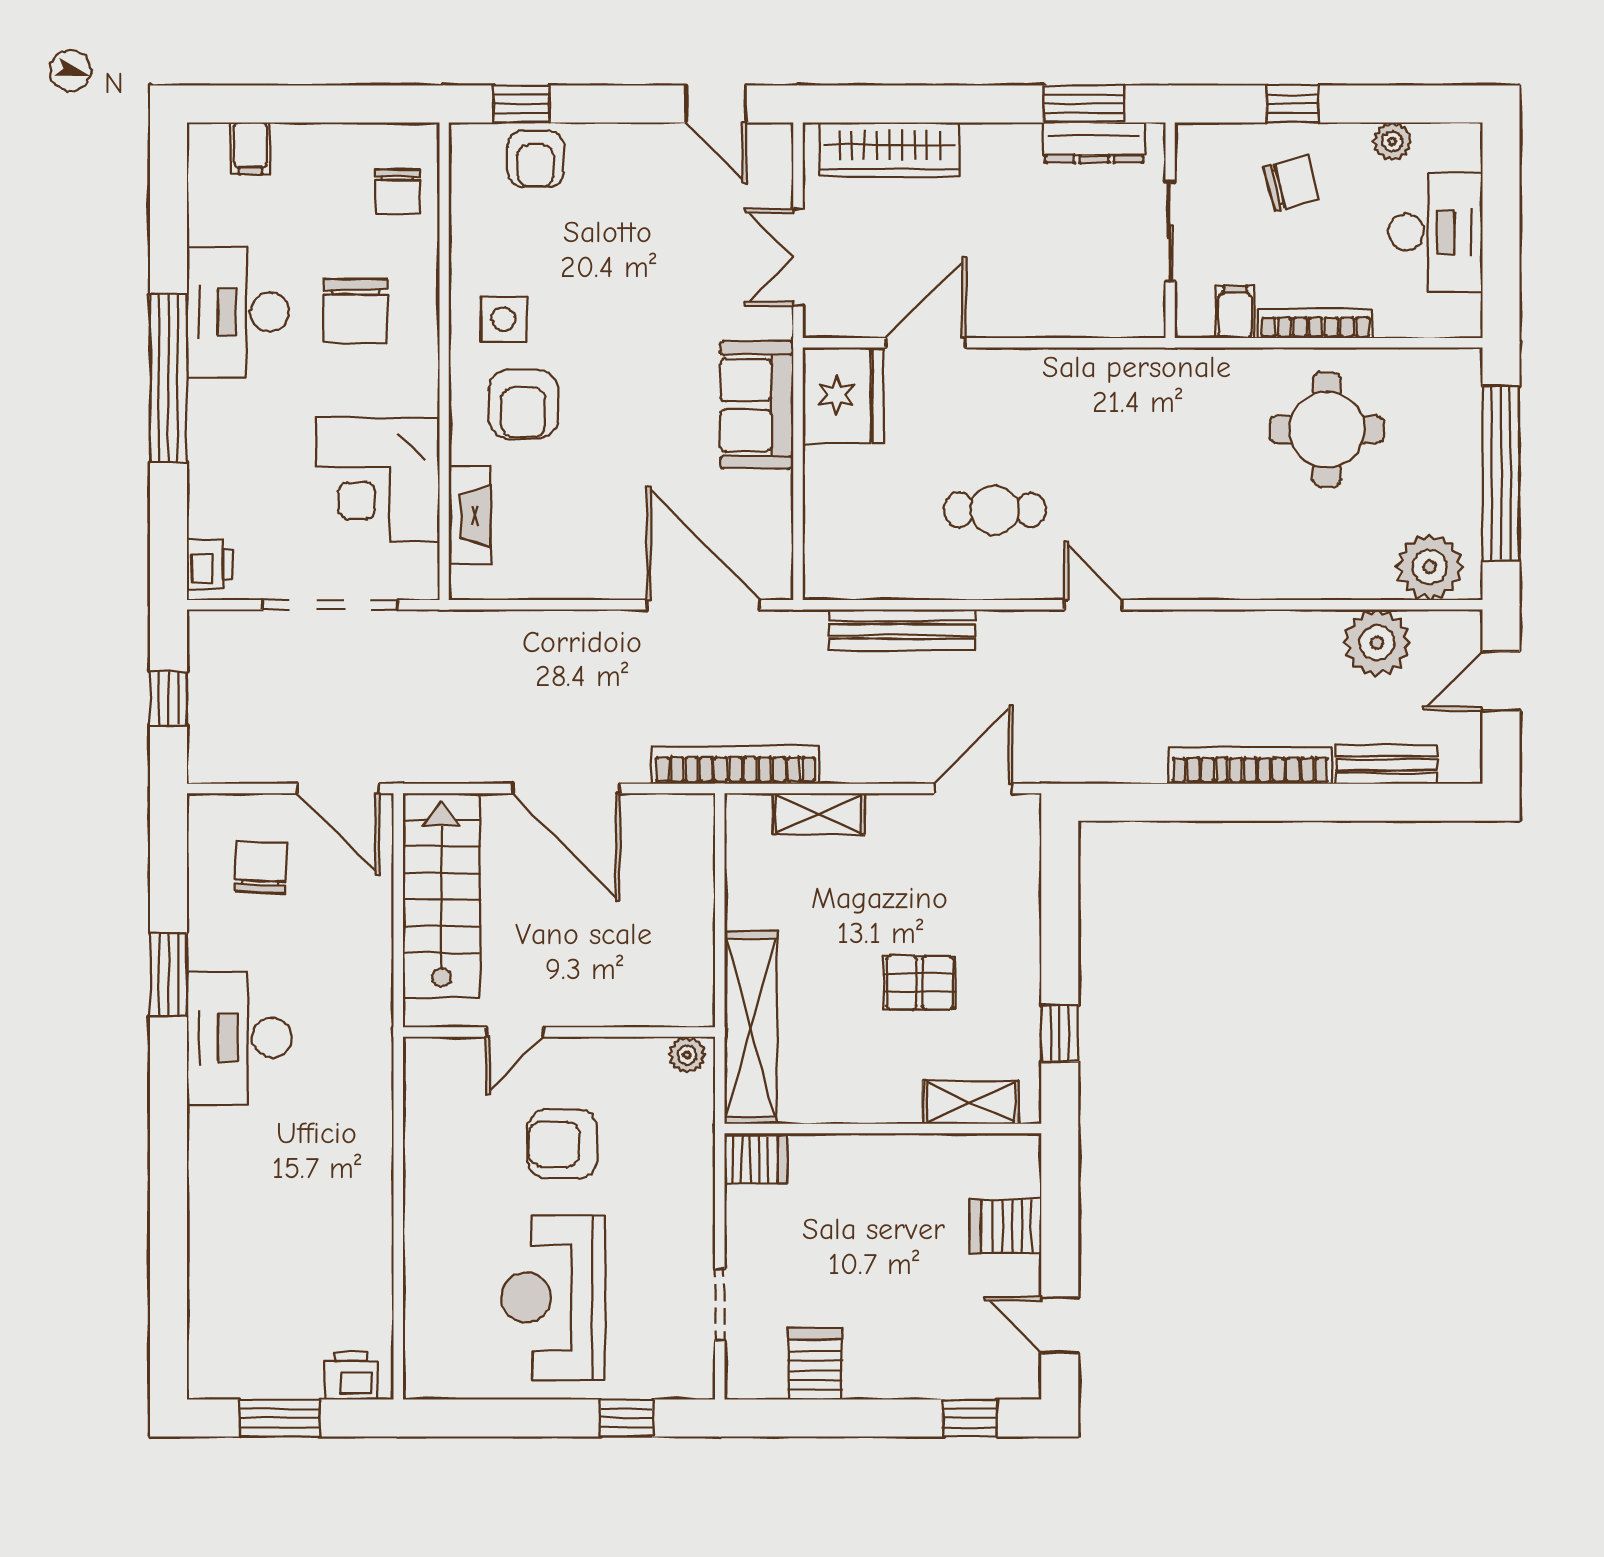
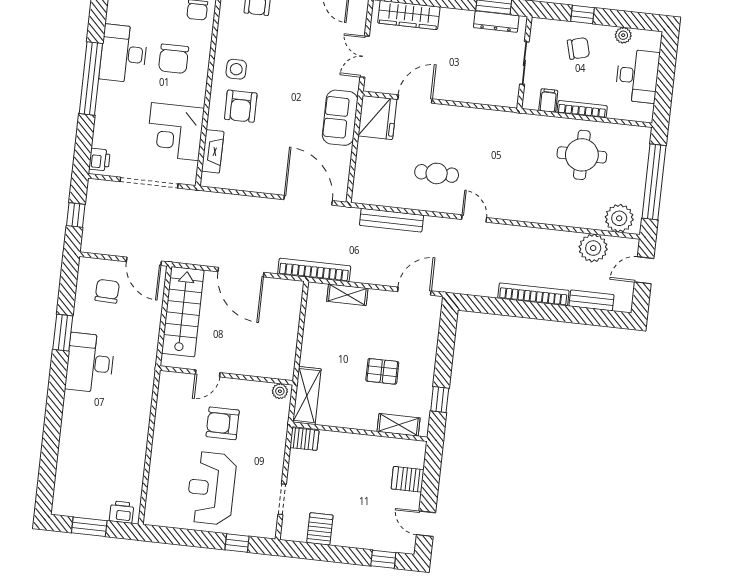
shelving: (751, 1027) -> (307, 396), width x0.68

